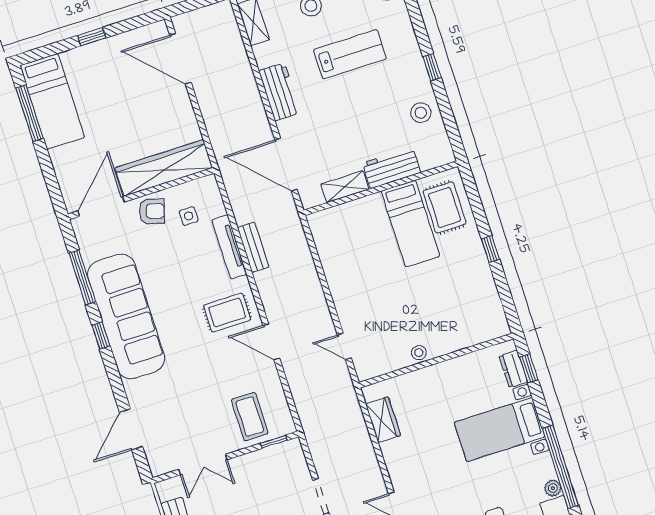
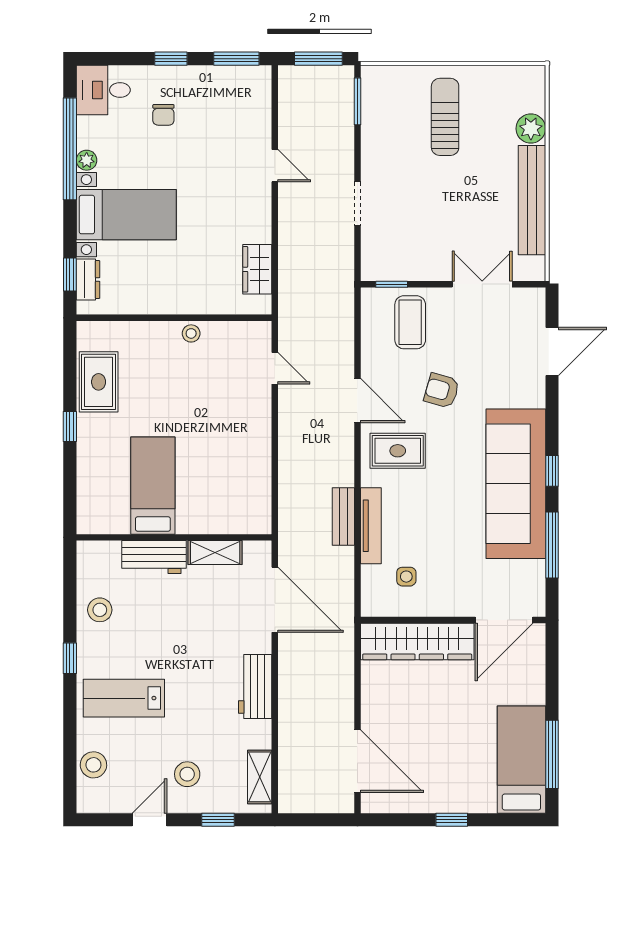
lab bench: (350, 54) -> (124, 698), moved
rug: (444, 207) -> (99, 382), moved
armchair: (152, 211) -> (442, 391), moved
plant: (553, 488) -> (87, 160), moved

